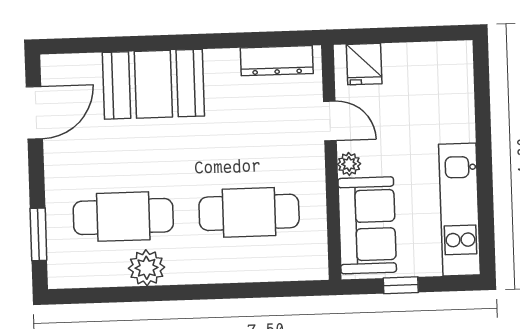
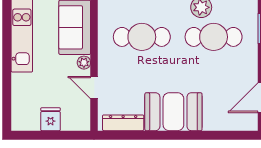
fridge: (364, 64) -> (51, 119), moved
booth: (153, 84) -> (173, 112), moved

